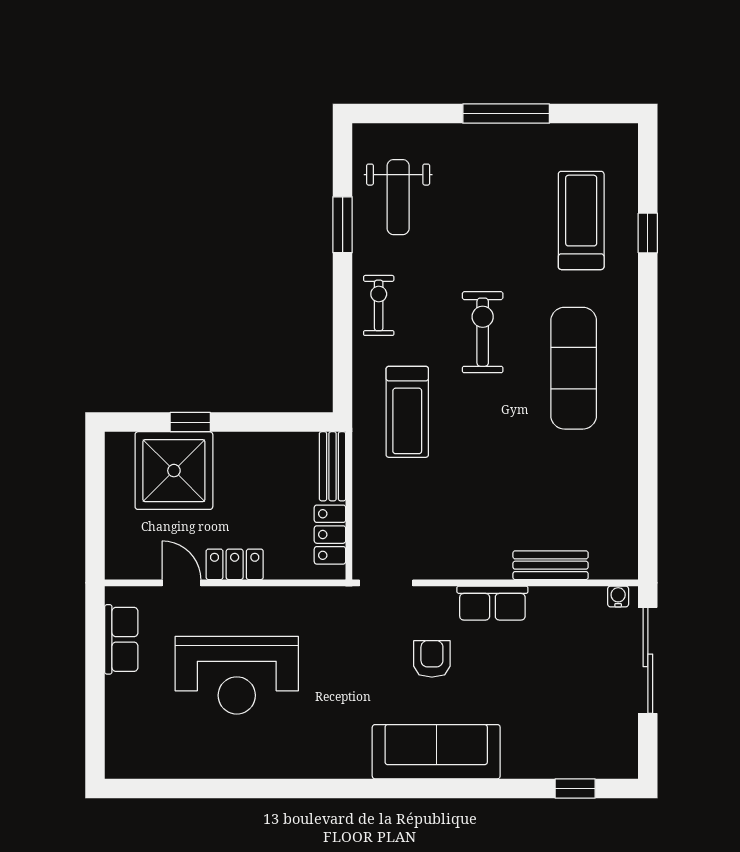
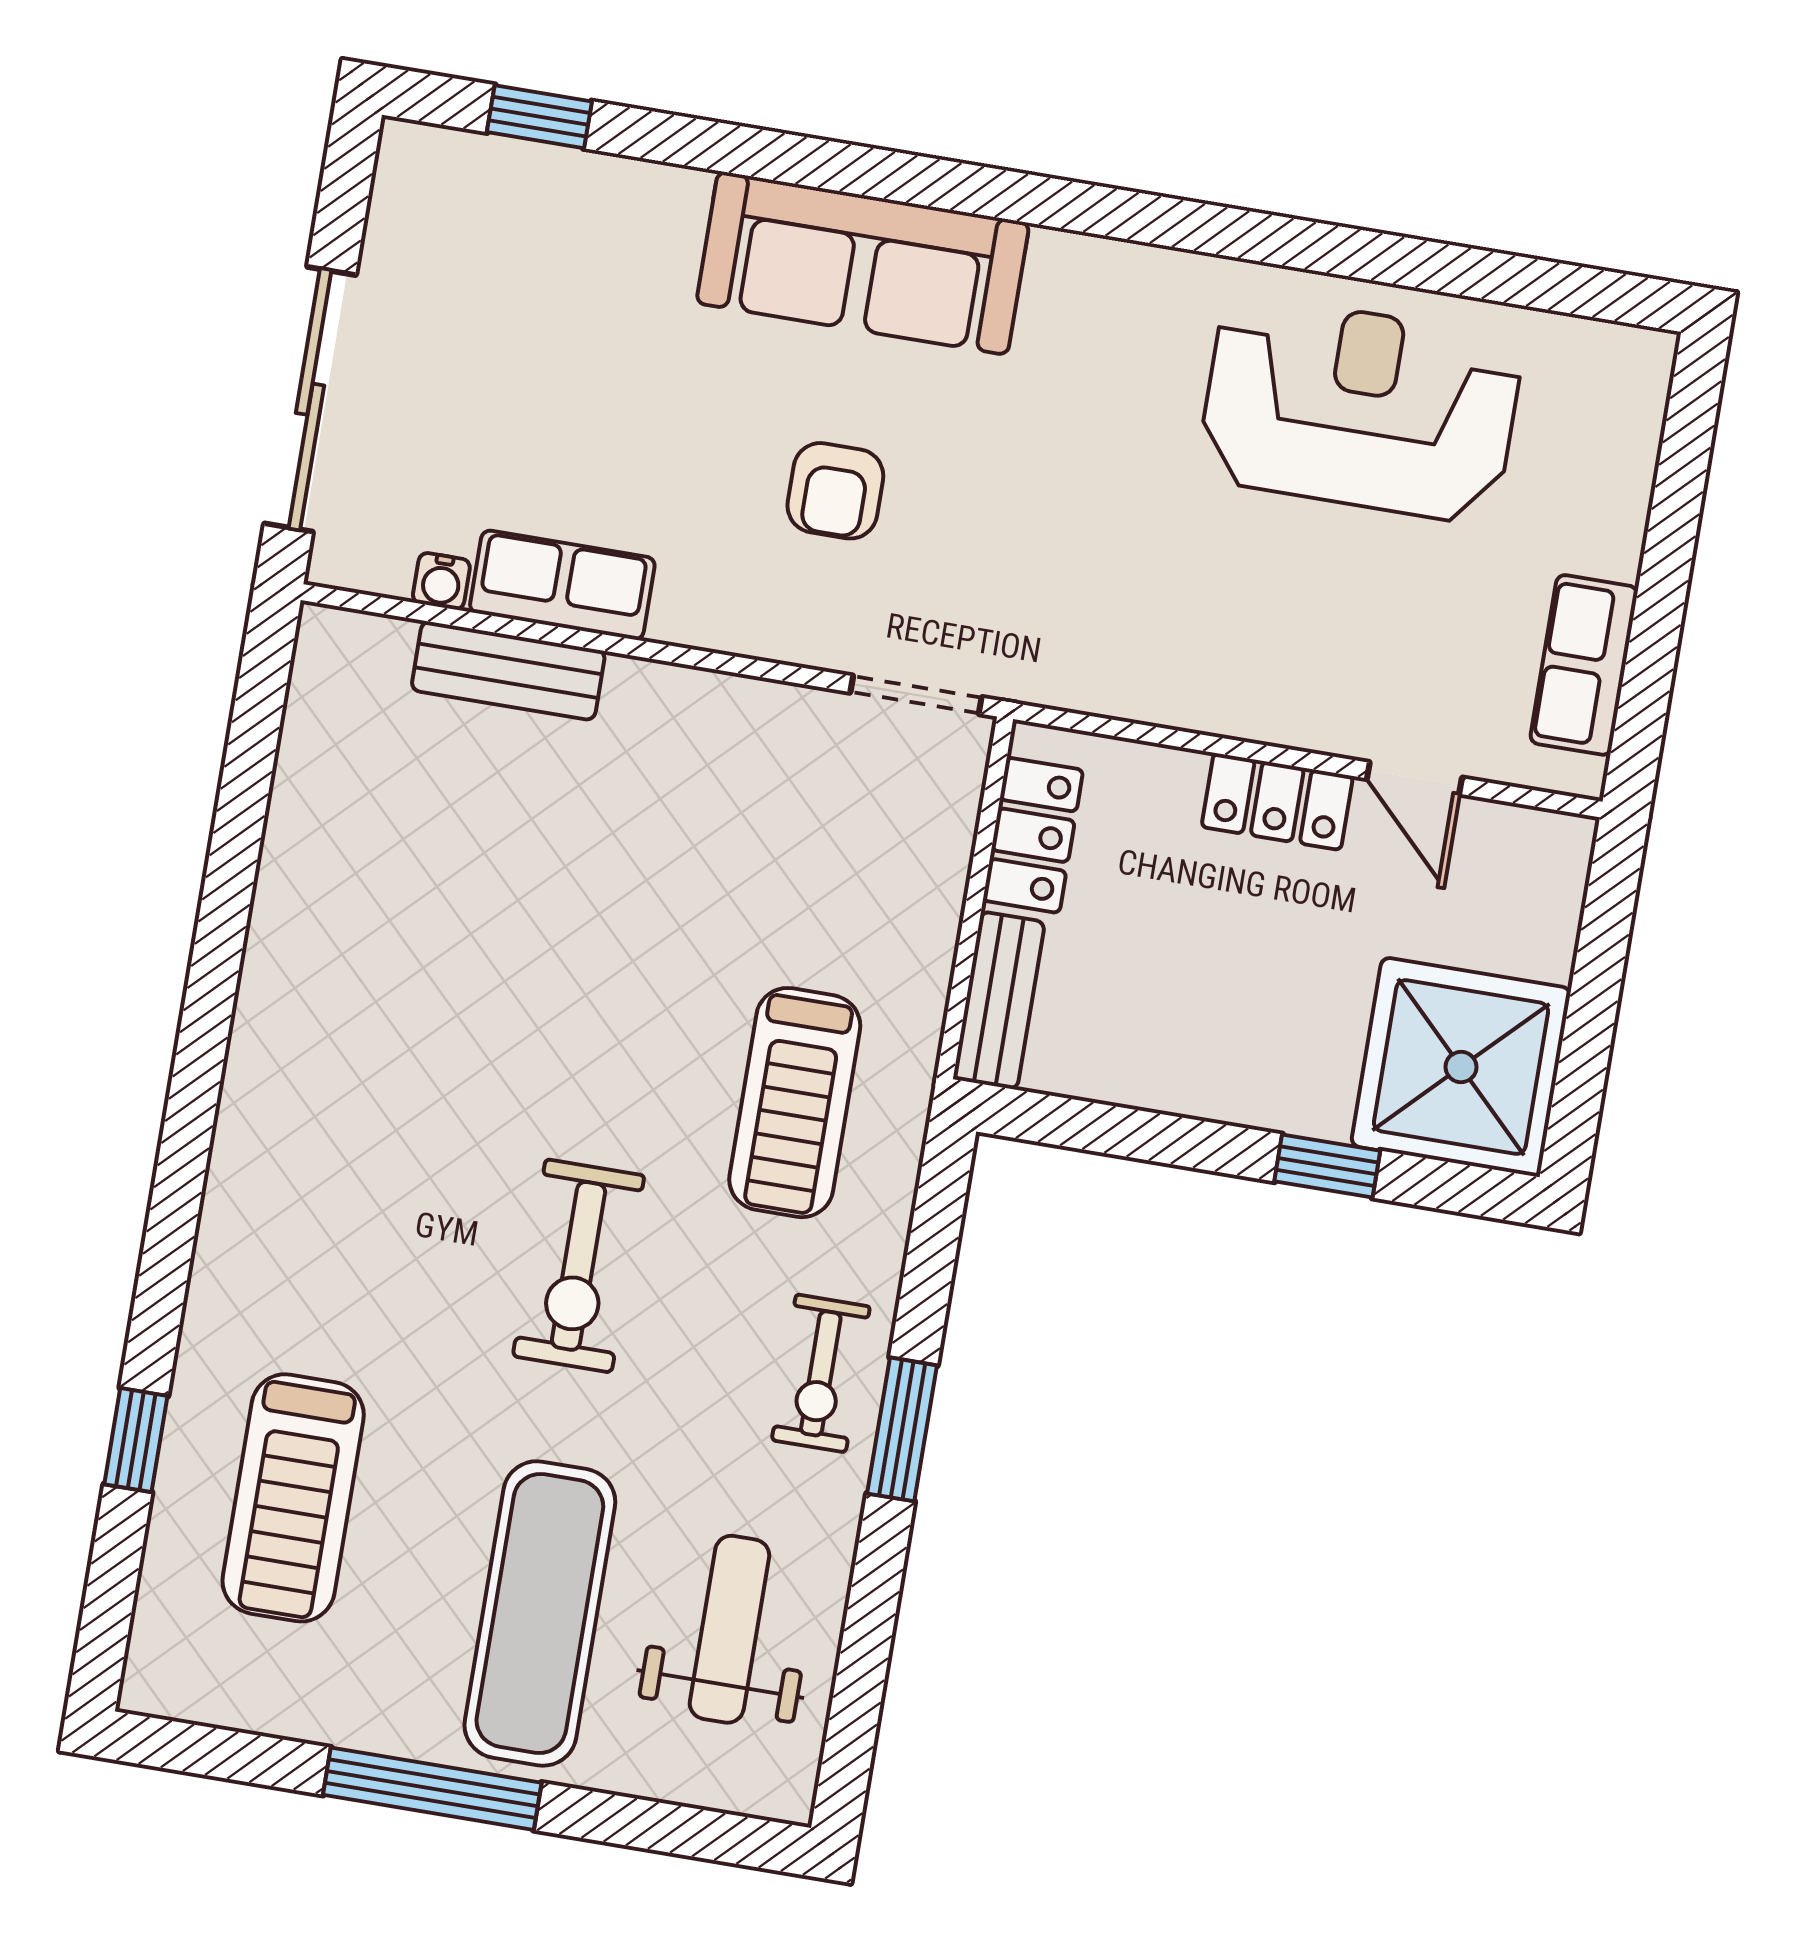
window: (343, 225) -> (902, 1429), moved
exercise mat: (574, 368) -> (540, 1613), moved
treadmill: (407, 412) -> (795, 1103), turned 180
shower: (174, 471) -> (1461, 1067), moved
water cooler: (618, 596) -> (441, 581), moved
row of seats: (492, 603) -> (562, 585), moved
reception desk: (237, 675) -> (1360, 409), moved

